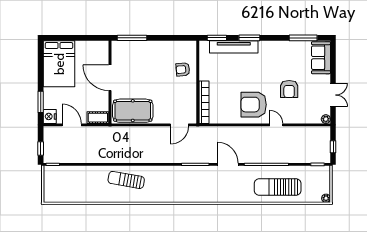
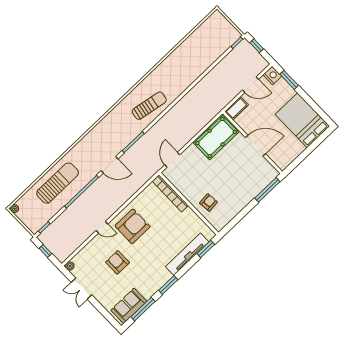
window: (249, 38) -> (168, 285), moved
sofa: (321, 58) -> (129, 306), moved, turned -90
sun lounger: (126, 180) -> (149, 106), moved

